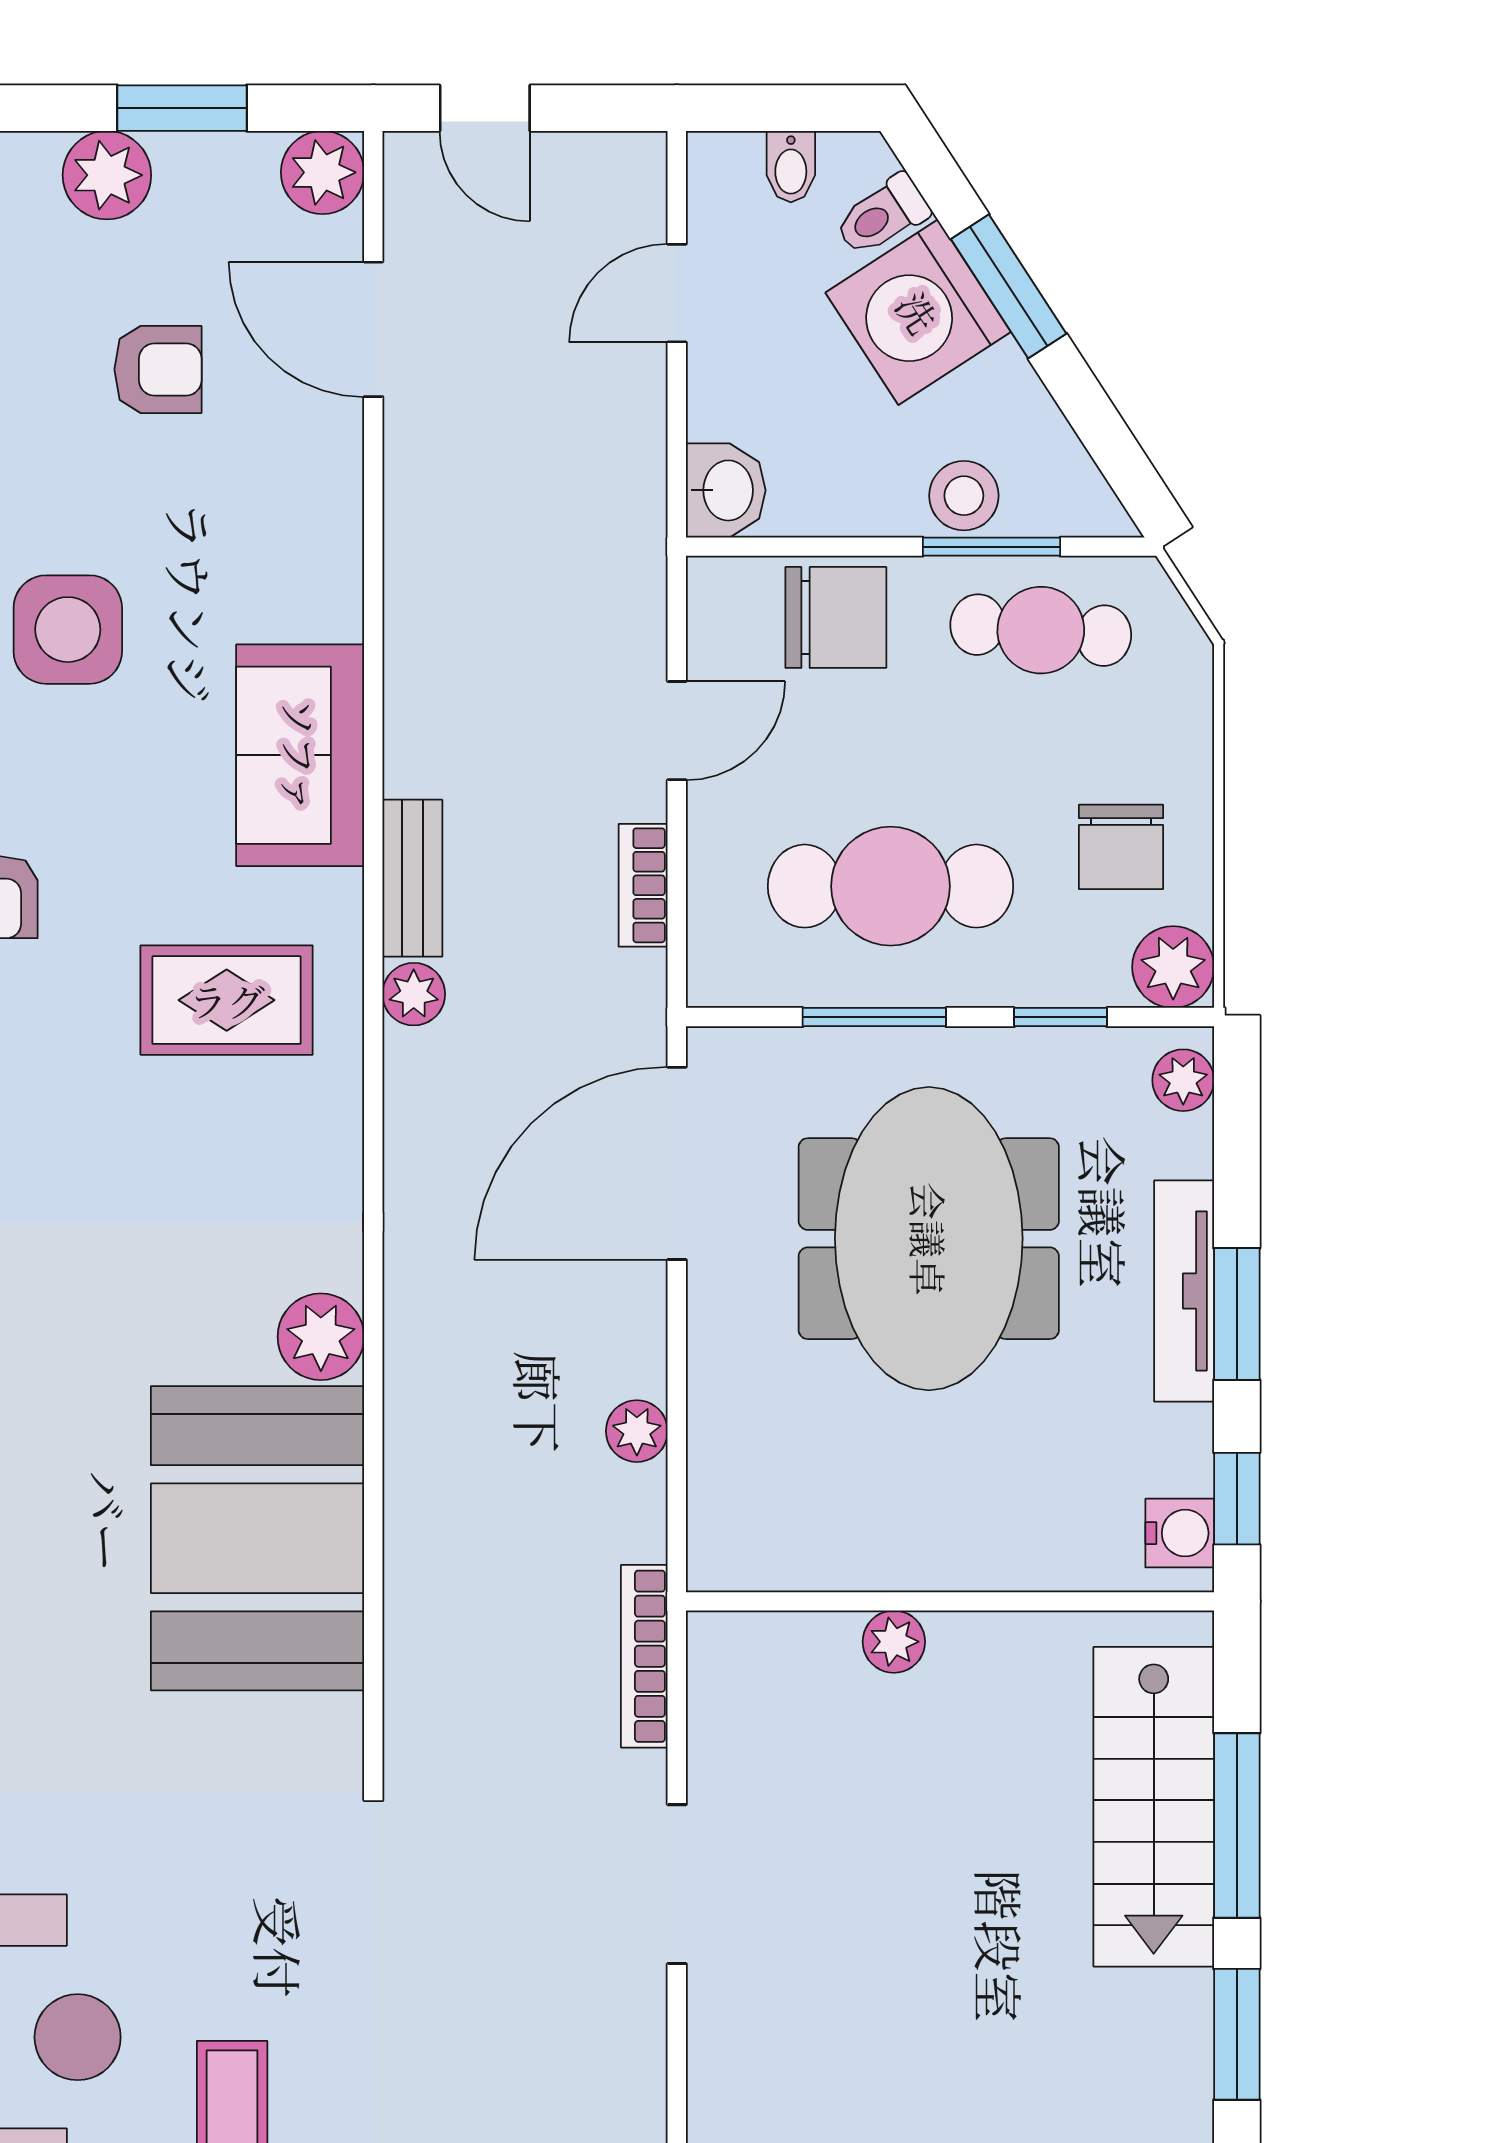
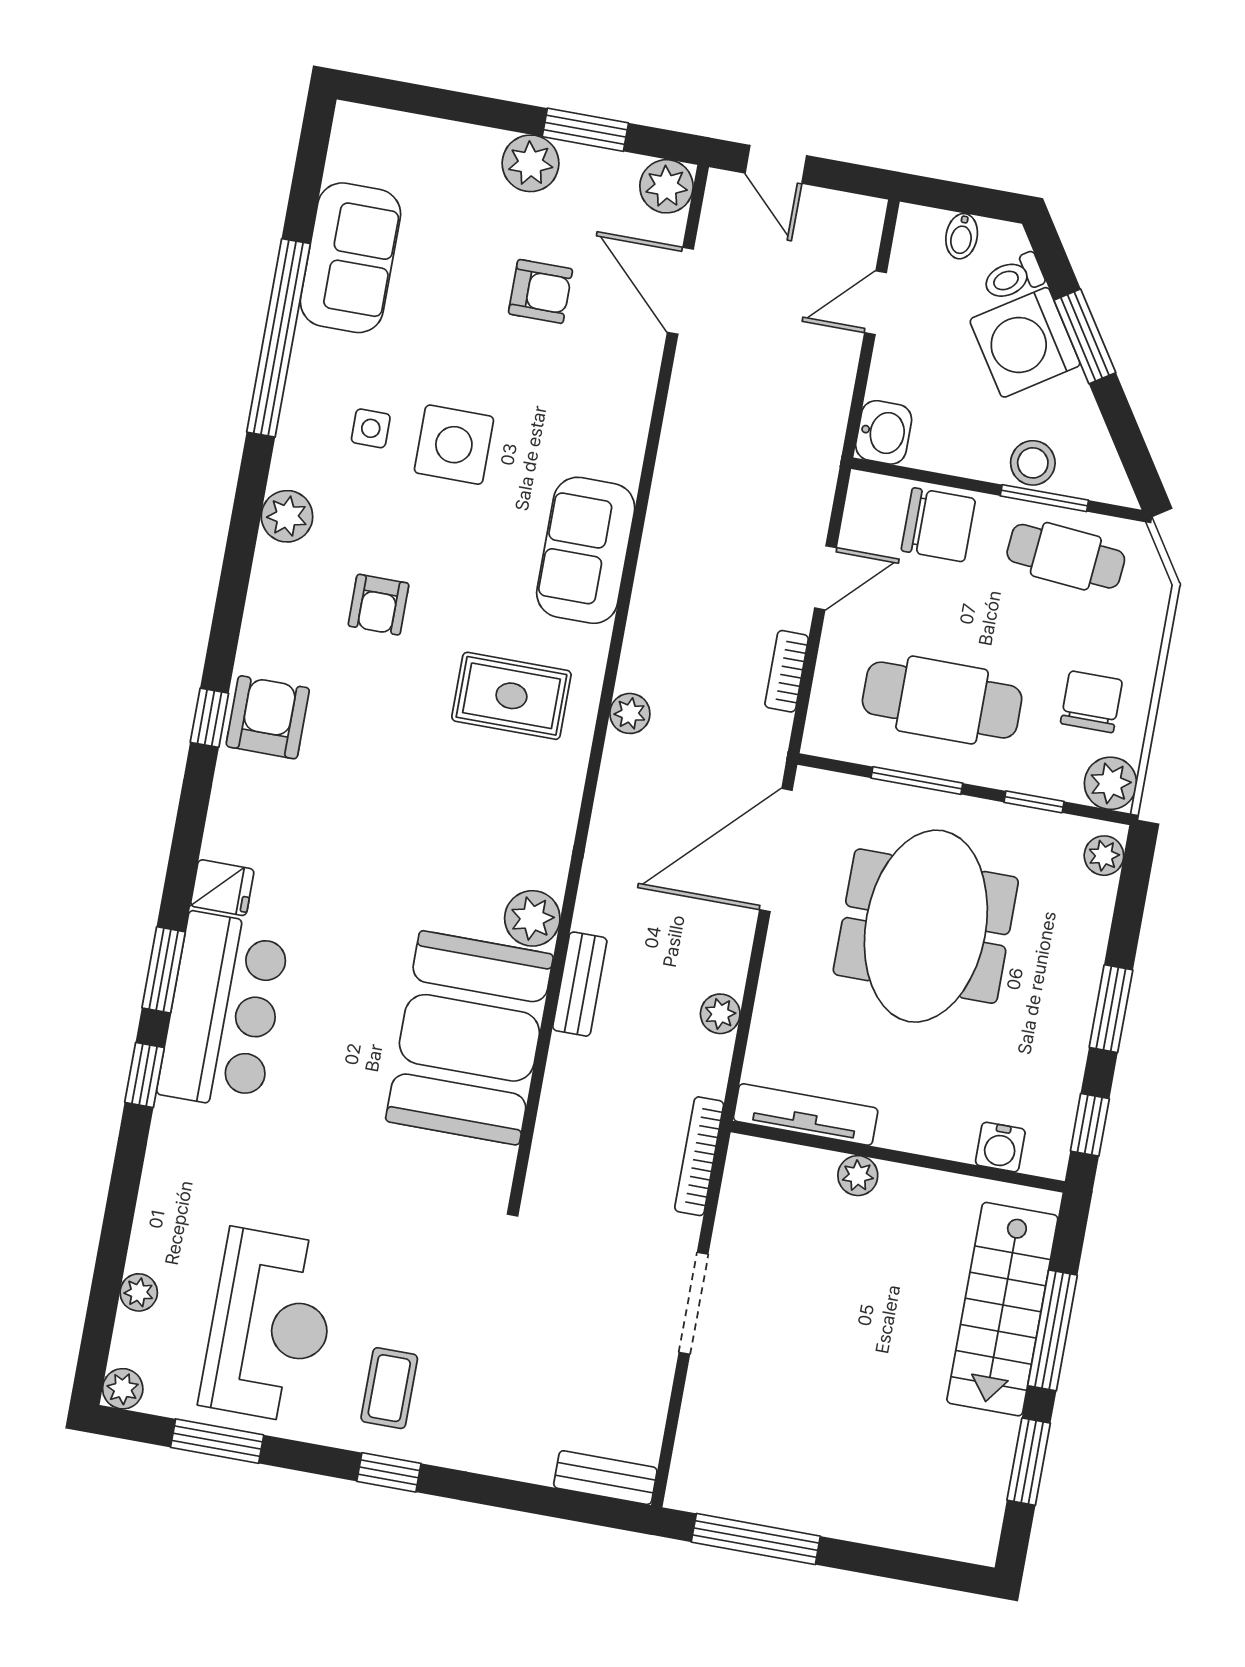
chair: (1121, 847) -> (1091, 702), turned 180
bench: (412, 878) -> (580, 984), moved
tv unit: (1184, 1291) -> (806, 1115), moved, turned 90
water cooler: (1180, 1533) -> (1000, 1147), moved, turned 90

